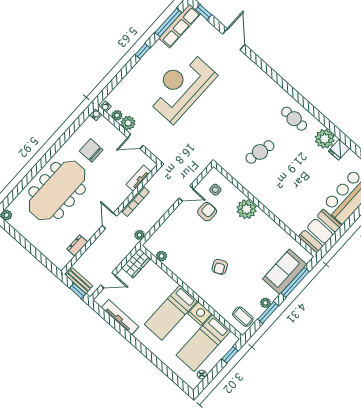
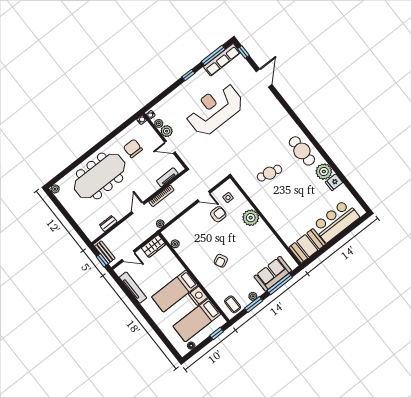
cafe table: (294, 119) -> (302, 151), width x1.37, depth x1.35

